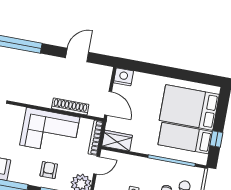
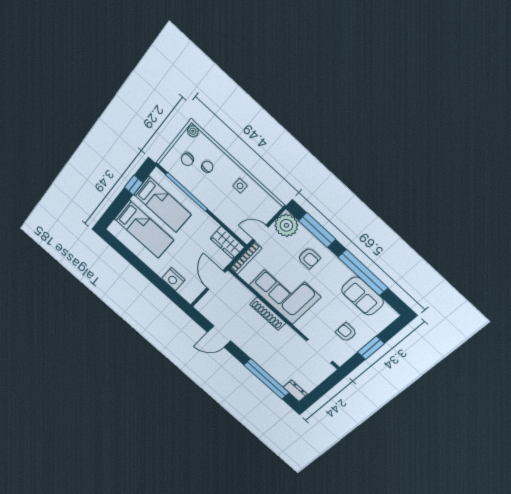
nightstand: (123, 77) -> (173, 279), moved
shoe rack: (70, 106) -> (268, 314), moved
bed: (189, 107) -> (144, 229), width x0.67
armchair: (49, 170) -> (309, 258), turned -90

